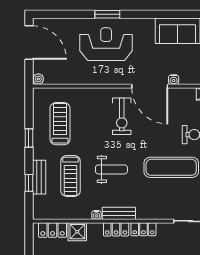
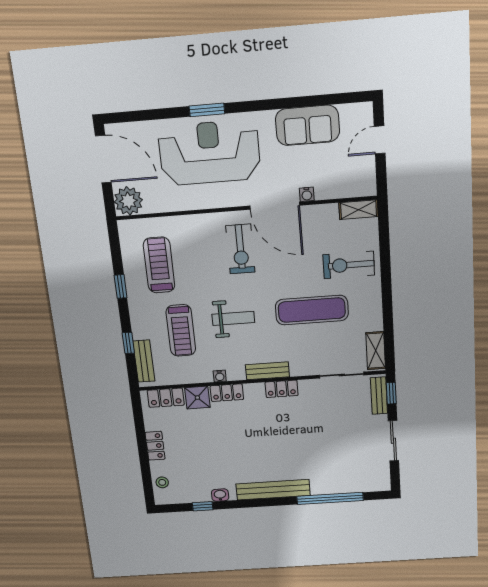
reception desk: (106, 44) -> (209, 153), width x1.36, depth x1.30
plant: (38, 79) -> (128, 201), width x1.88, depth x1.88
bench: (39, 177) -> (144, 361), moved
bench: (119, 213) -> (267, 371), moved
locker: (116, 229) -> (227, 393), moved

